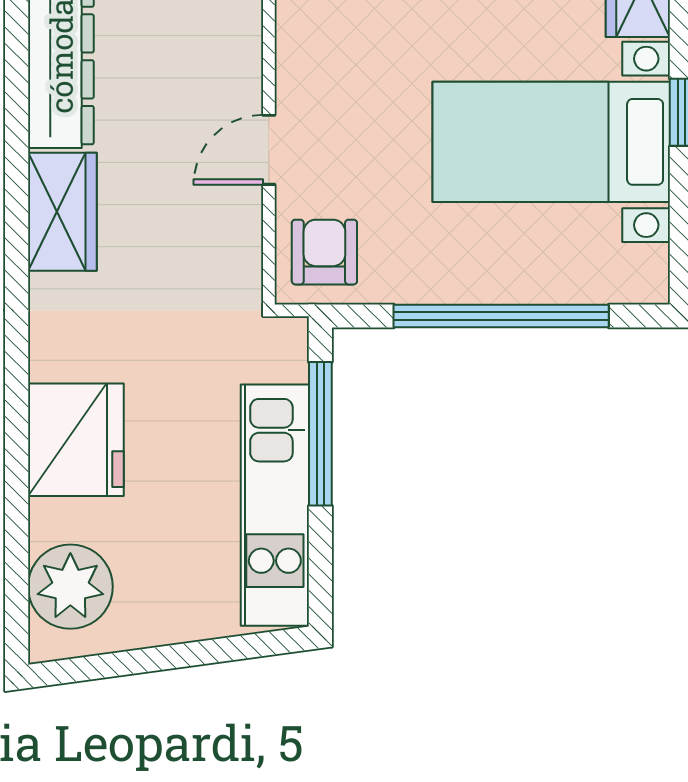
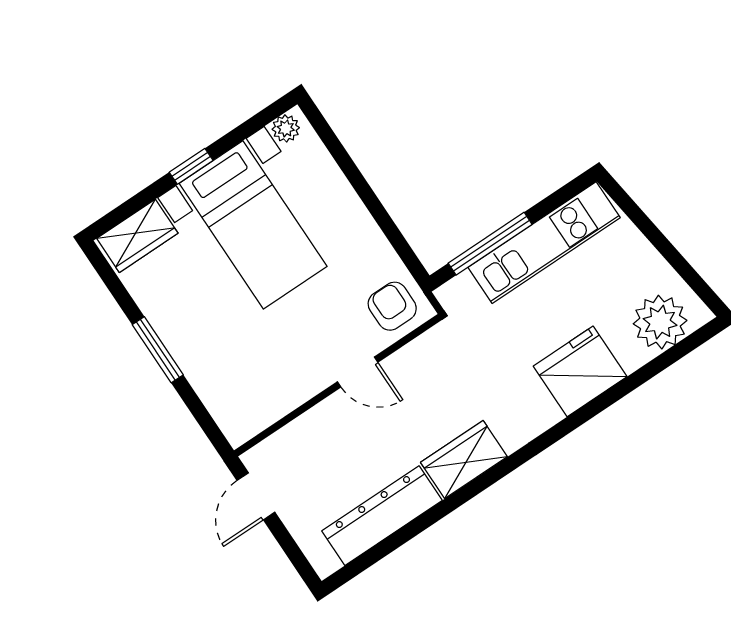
armchair: (324, 252) -> (392, 306), turned 90
plant: (648, 268) -> (286, 128), added
window: (501, 316) -> (363, 190), removed

